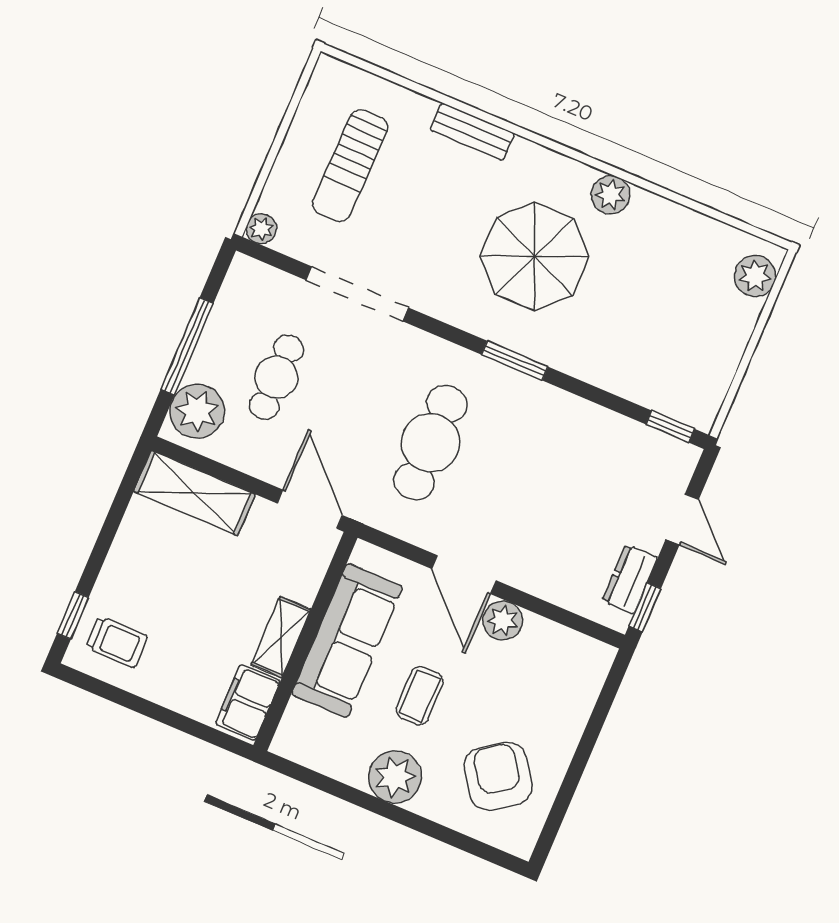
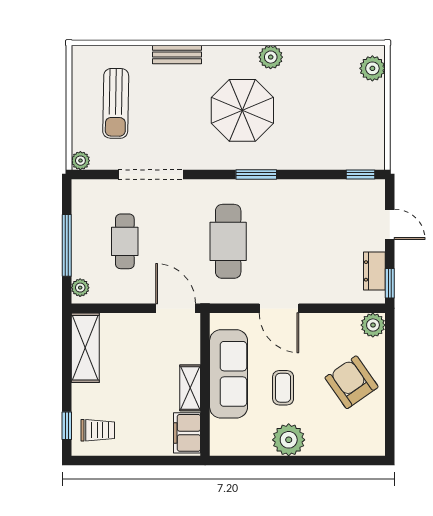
plant: (197, 411) -> (80, 288), width x0.53, depth x0.53
shelving: (194, 493) -> (85, 348), moved, turned 90
plant: (503, 621) -> (373, 325), moved
armchair: (498, 776) -> (352, 382), moved

